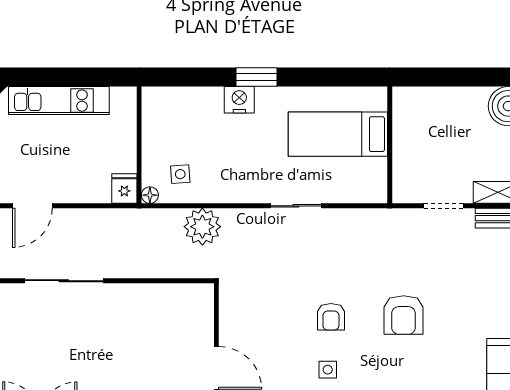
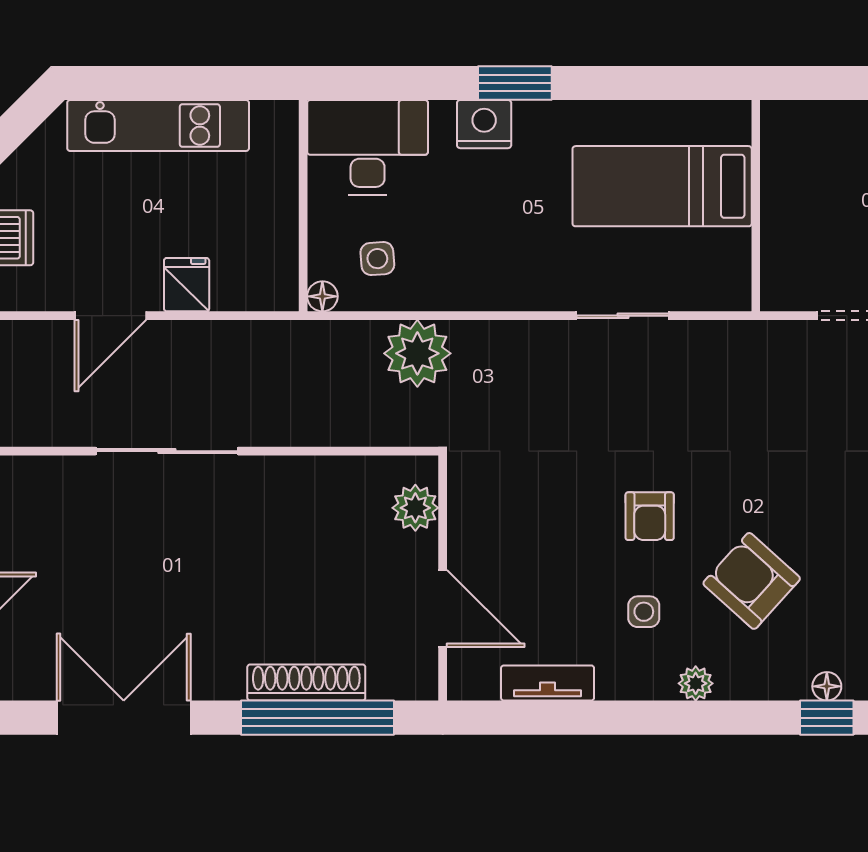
desk: (175, 113) -> (368, 147), added
fridge: (124, 189) -> (187, 285), moved
sliding door: (296, 206) -> (623, 316), moved
plant: (201, 312) -> (415, 508), added
armchair: (404, 315) -> (752, 581), moved, turned 132

